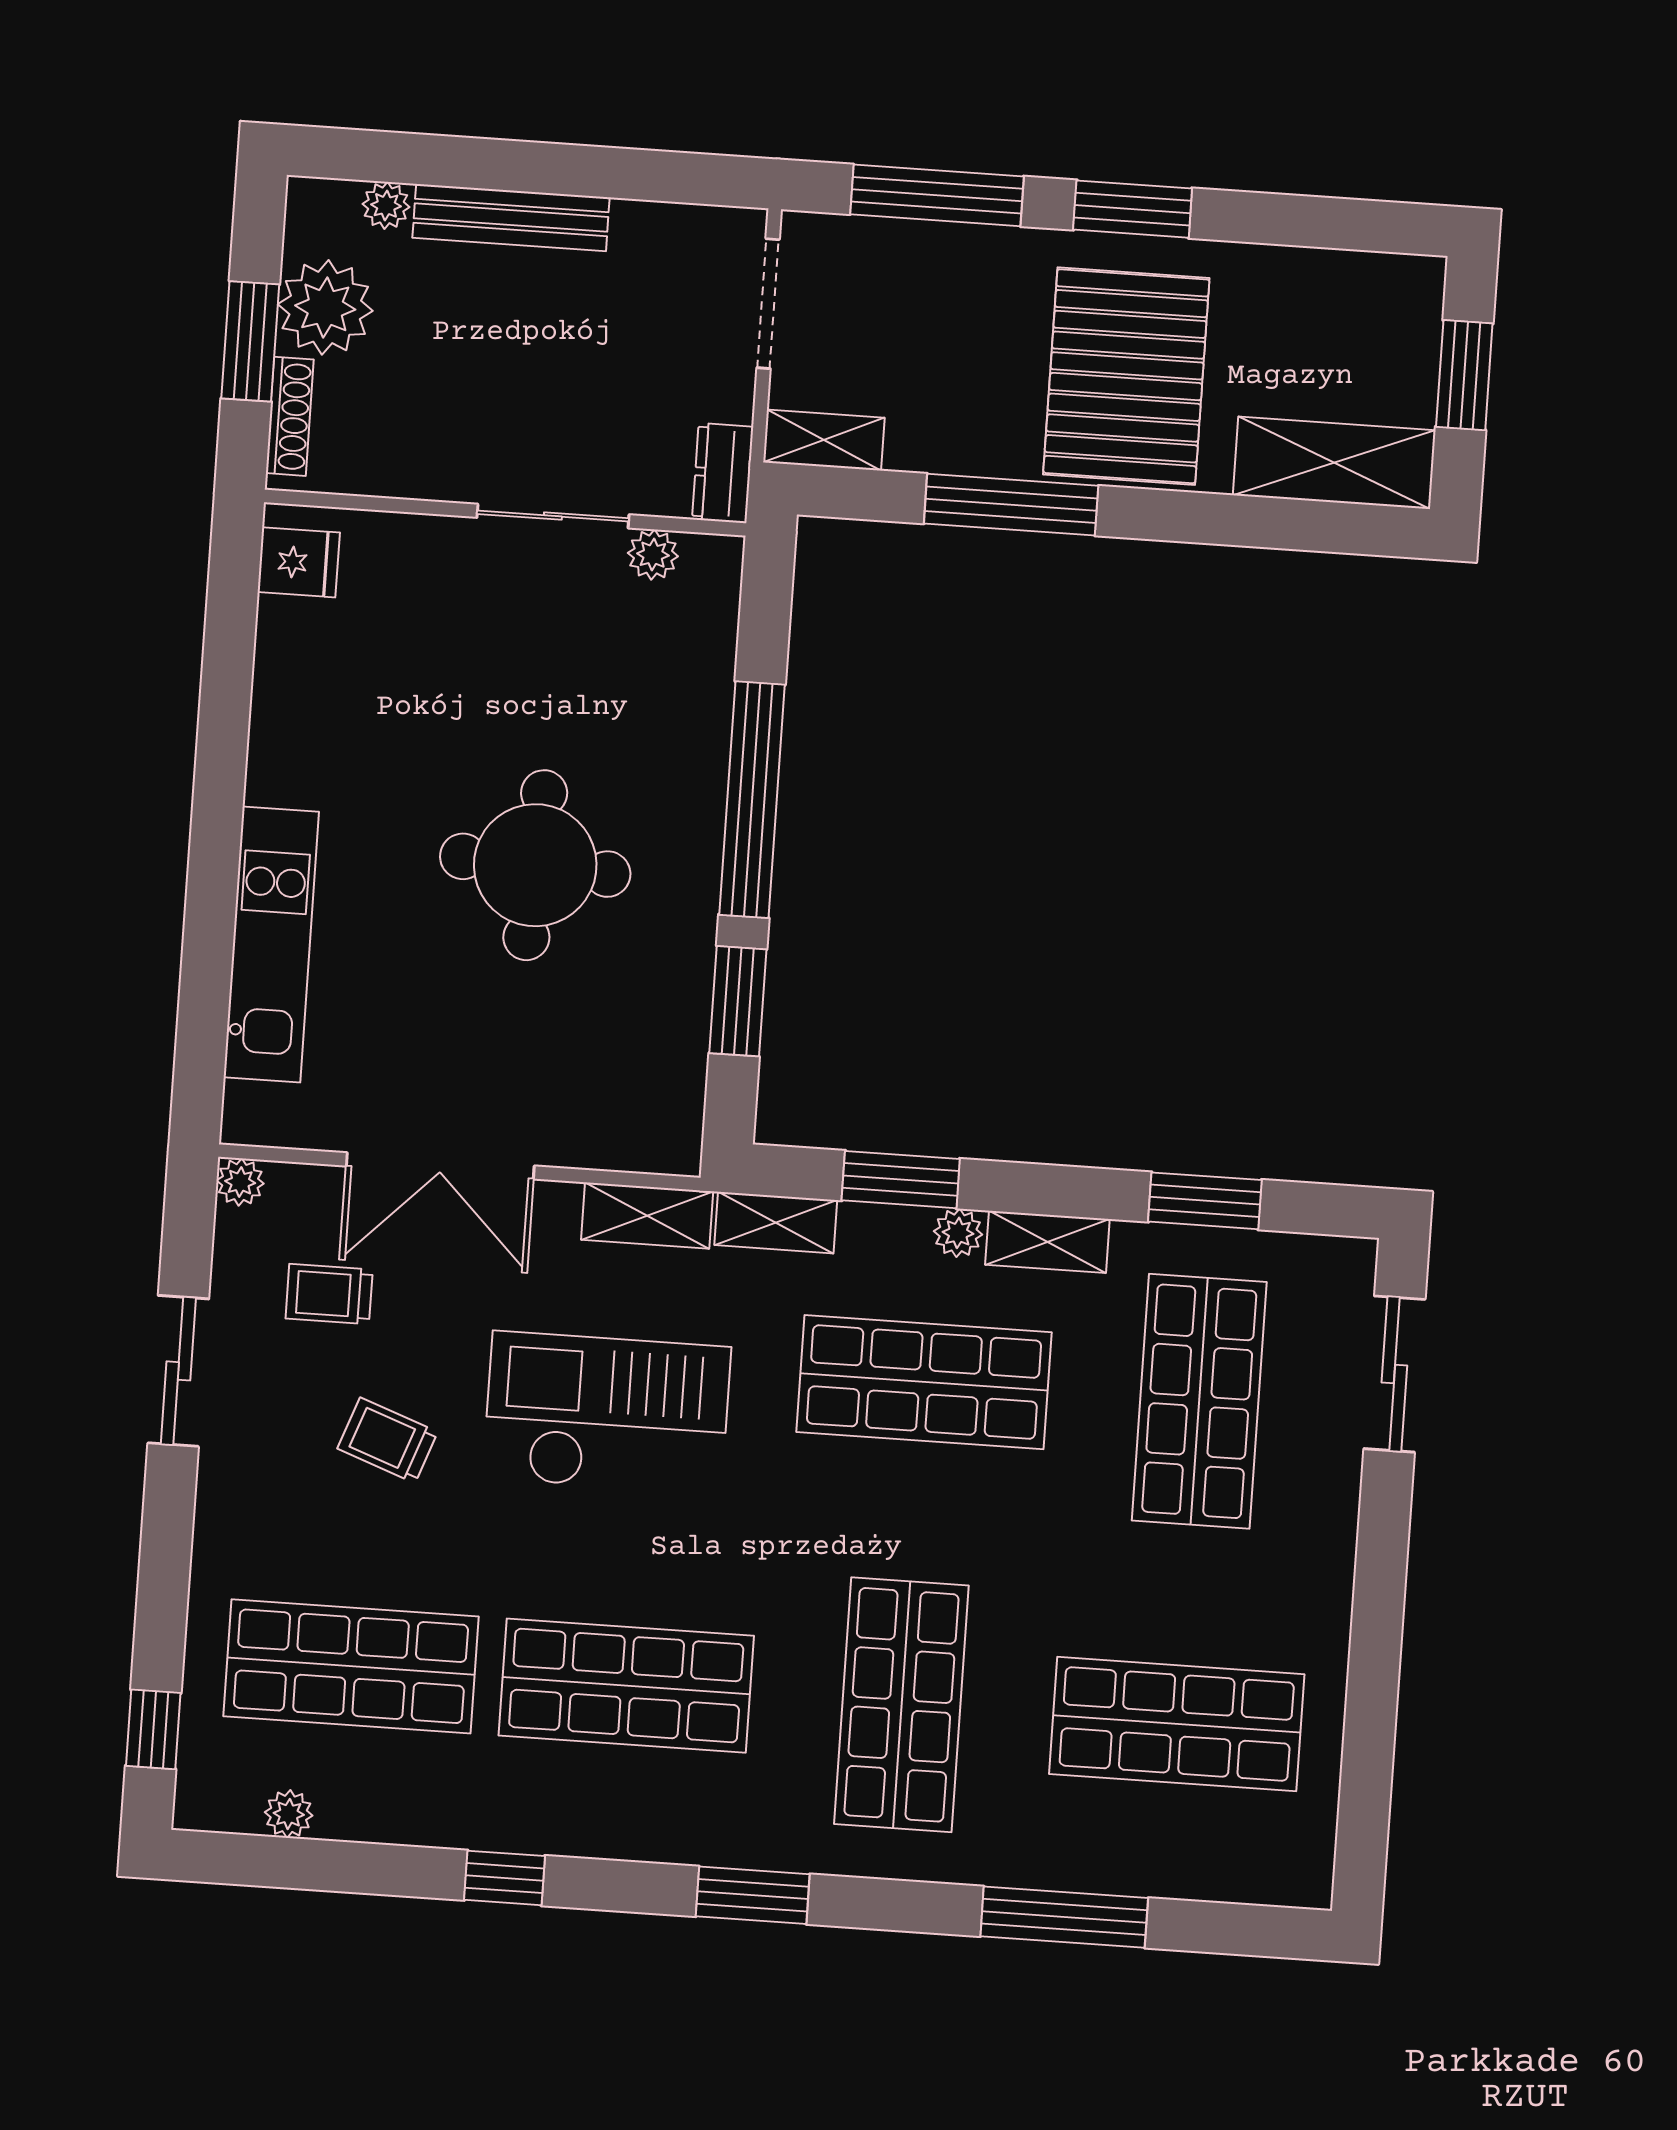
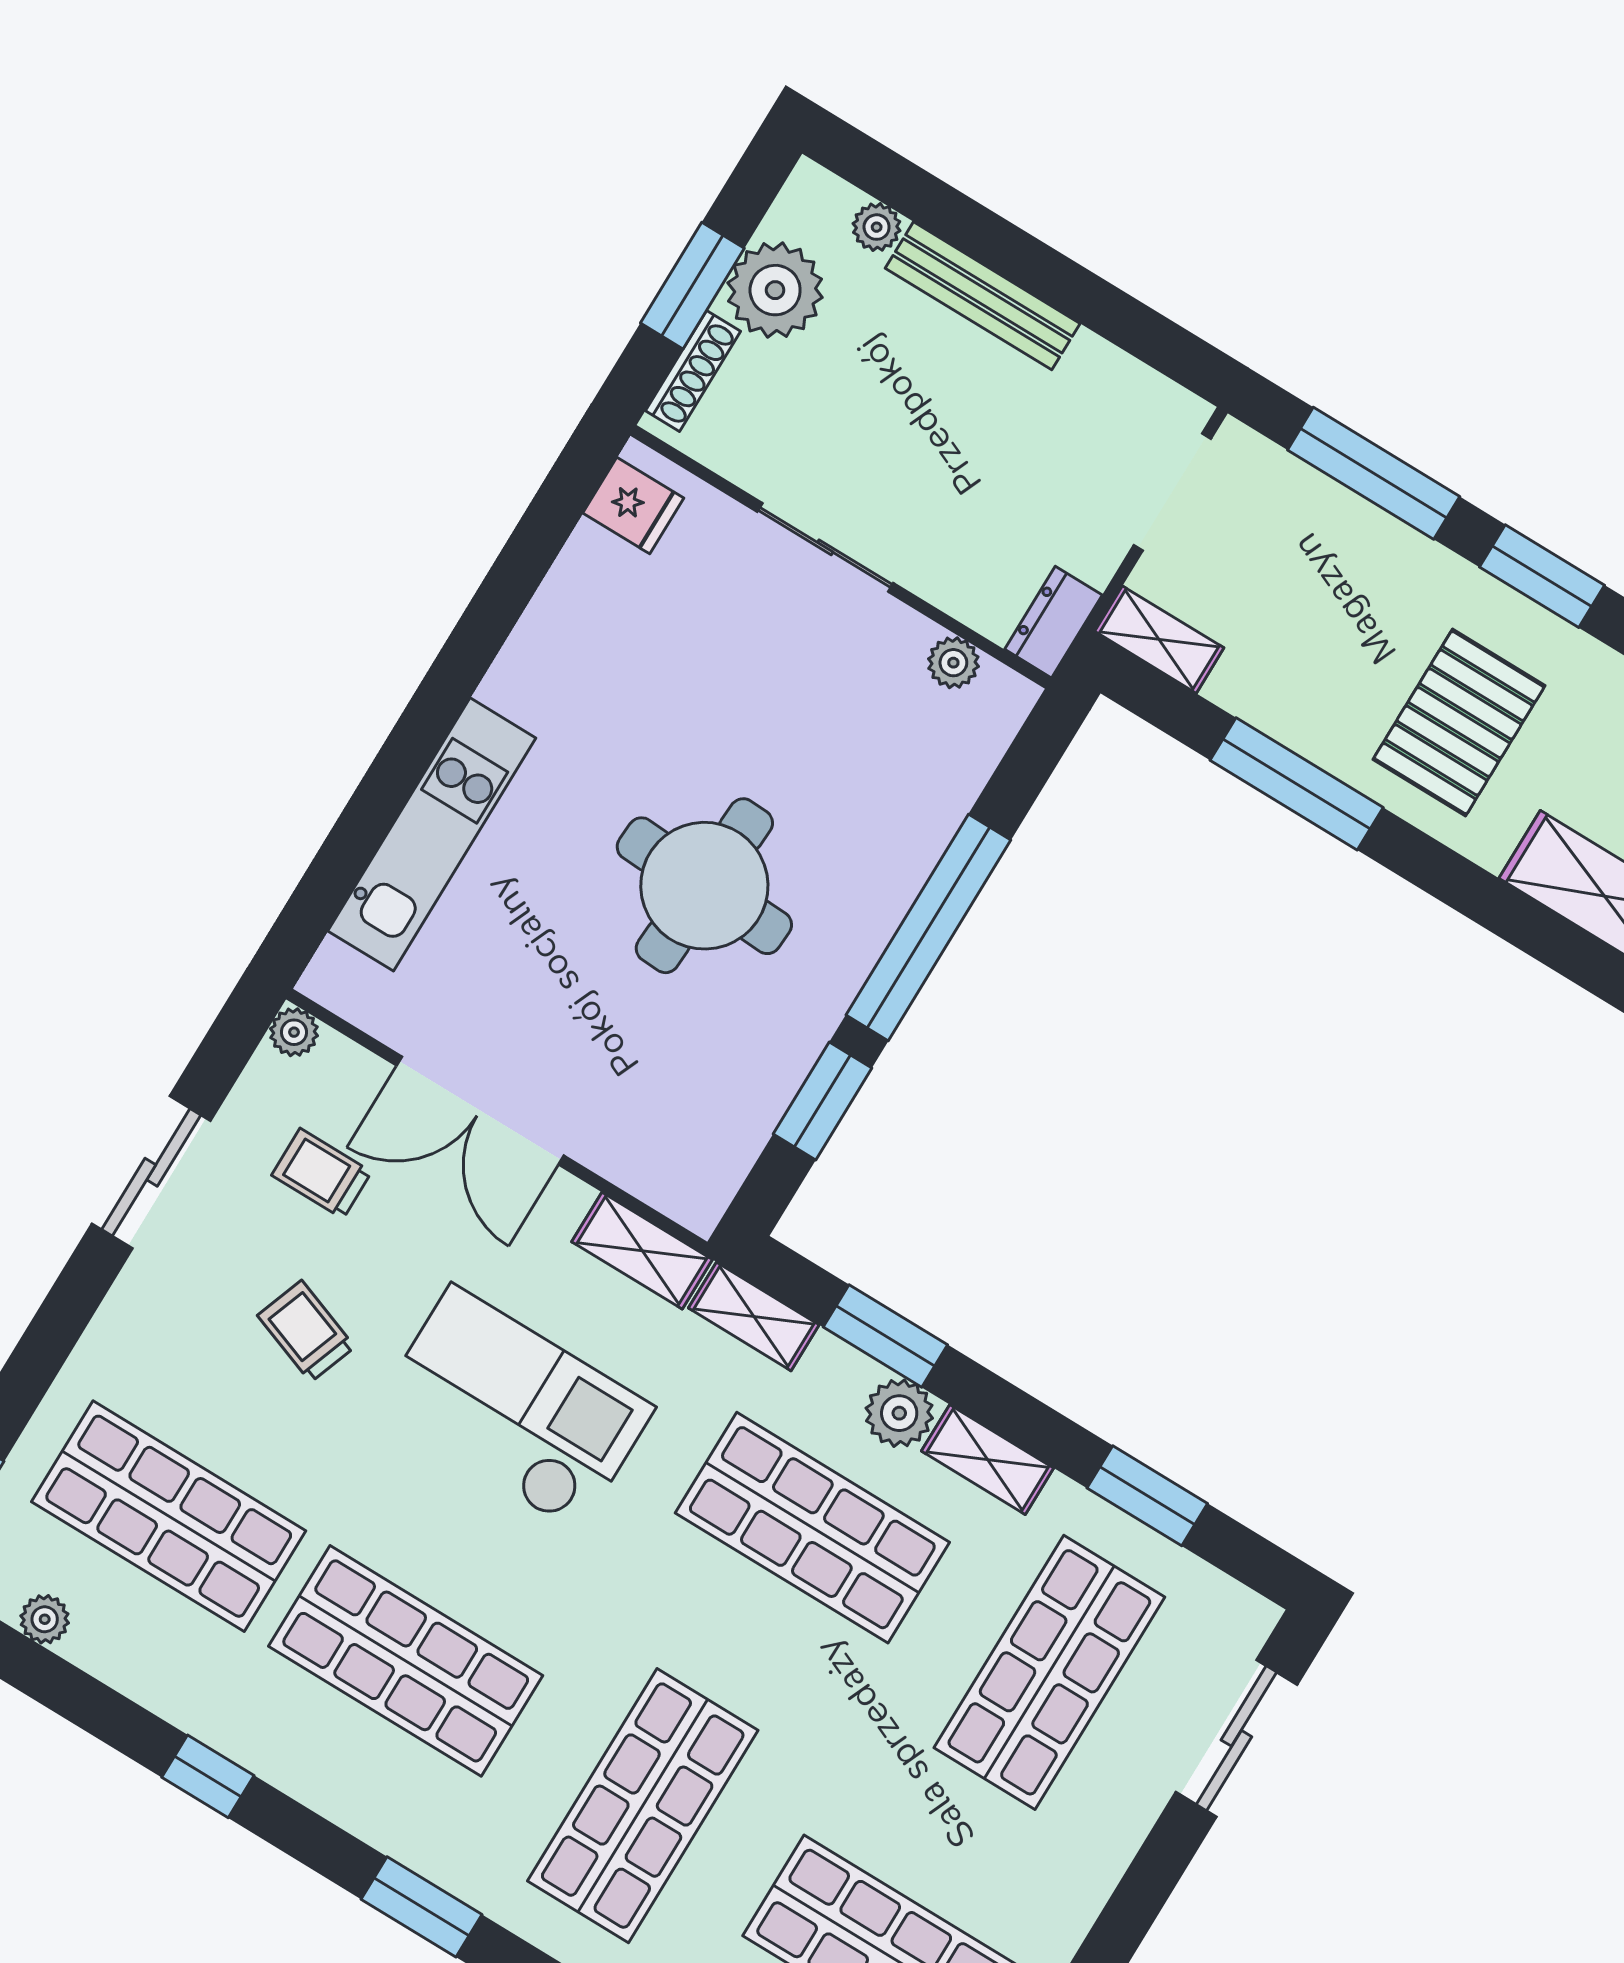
pallet: (1126, 376) -> (1459, 723), width x0.73, depth x0.71
sliding door: (553, 516) -> (825, 547), moved
plant: (958, 1233) -> (899, 1413), width x1.38, depth x1.38

